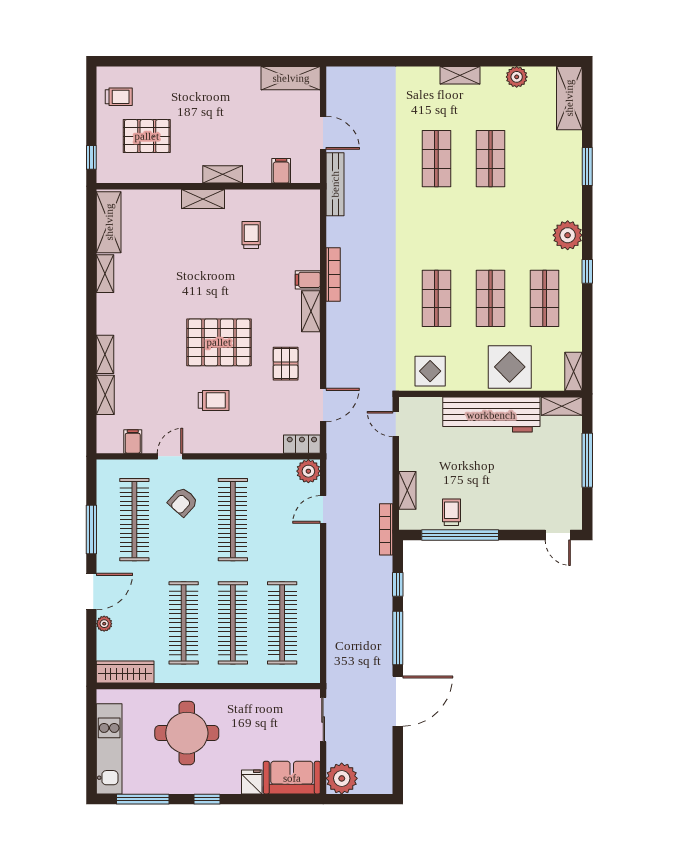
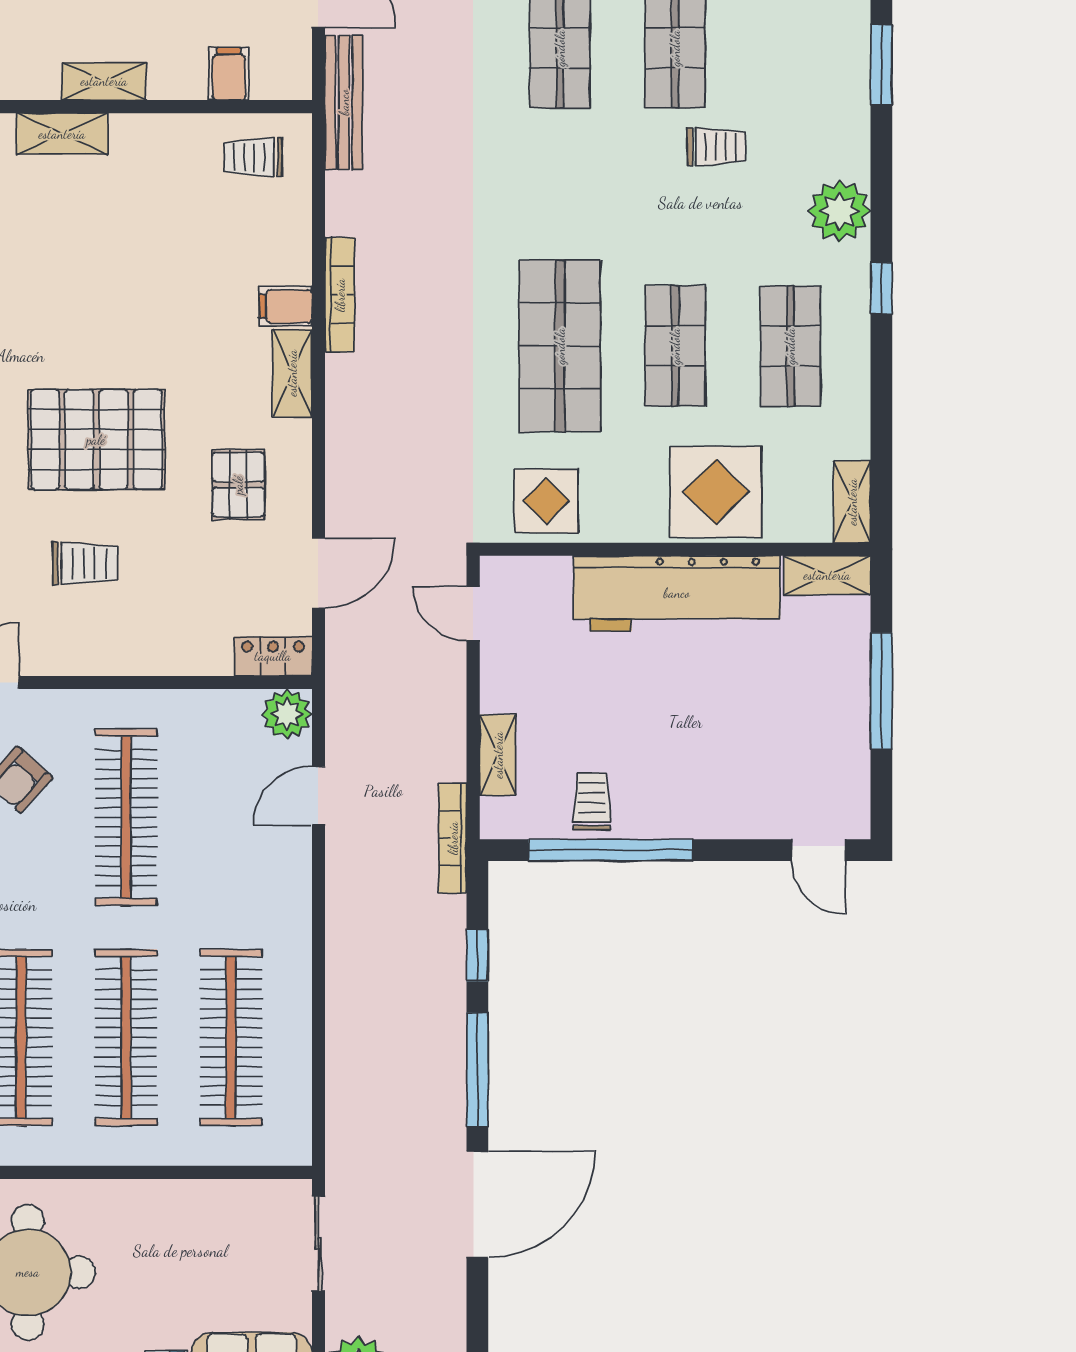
trolley: (510, 205) -> (716, 147), added
trolley: (251, 235) -> (253, 157), moved, turned -90
shop shelf: (436, 298) -> (560, 346), width x1.43, depth x1.36

